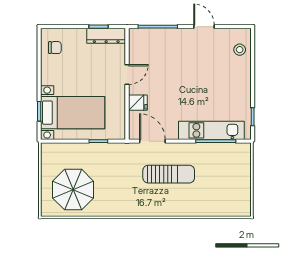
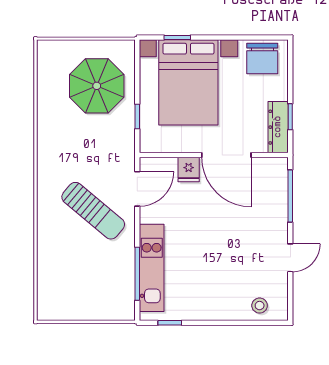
chair: (55, 48) -> (262, 59), width x1.87, depth x1.87
door: (127, 74) -> (226, 155), width x1.87
bed with nightstands: (73, 113) -> (188, 82), width x1.36
sun lounger: (169, 174) -> (93, 211), turned -50
parasol: (73, 190) -> (97, 86), moved

